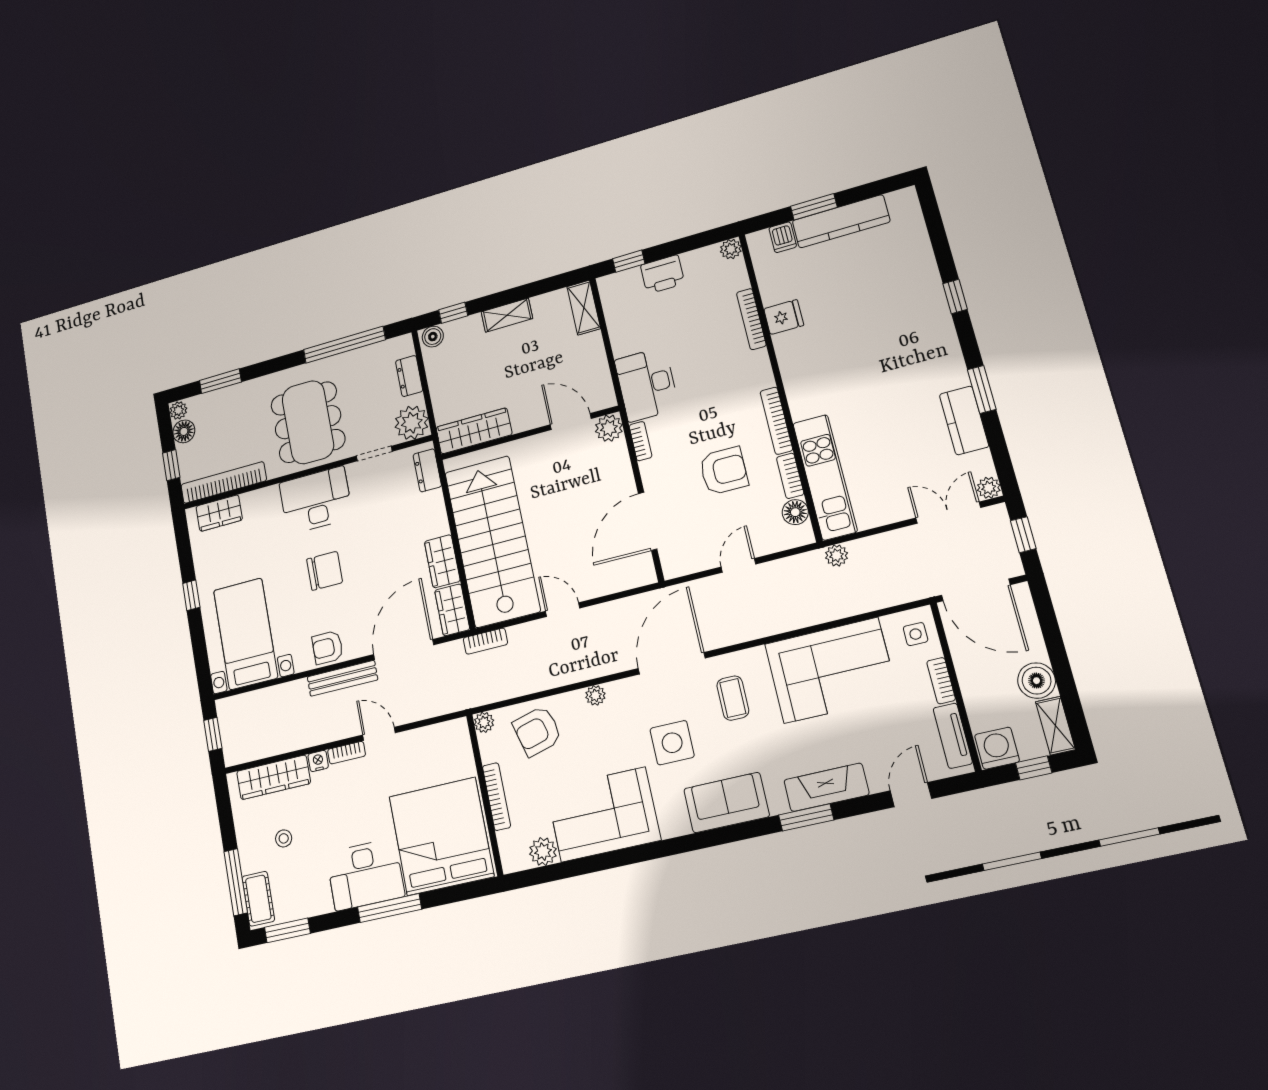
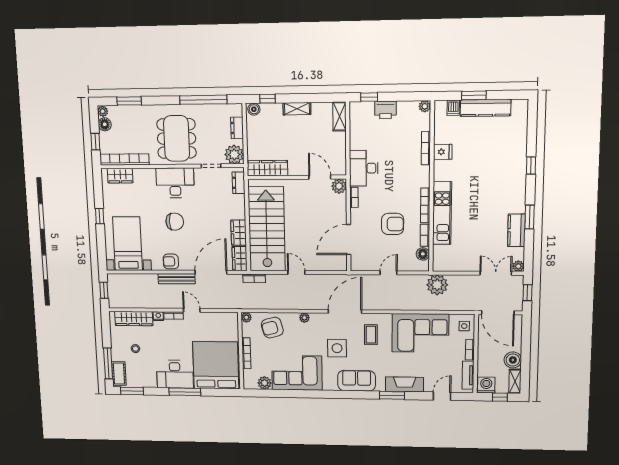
kitchen unit: (825, 477) -> (442, 213), moved
plant: (837, 555) -> (437, 285), width x1.88, depth x1.88

